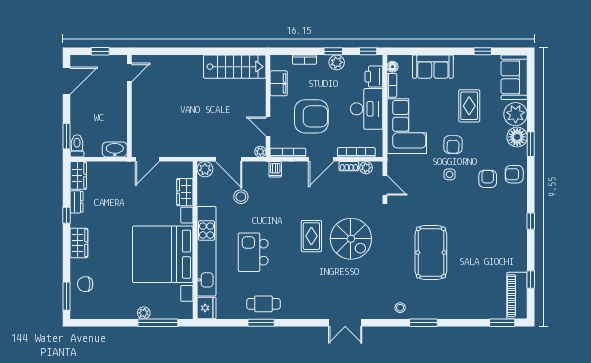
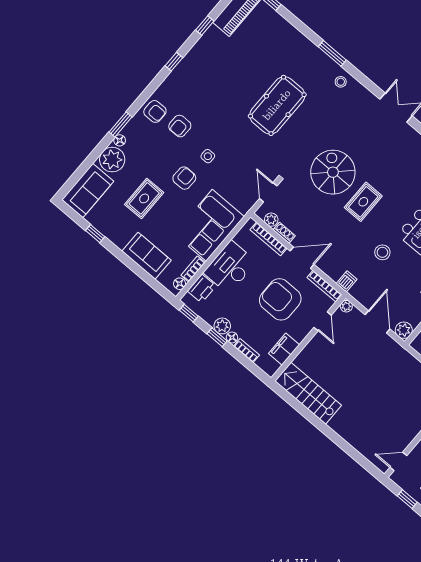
floor lamp: (323, 60) -> (232, 337), added
floor lamp: (517, 137) -> (120, 140), width x0.53, depth x0.53
stool: (241, 197) -> (382, 252), moved
window: (531, 279) -> (205, 26), moved

